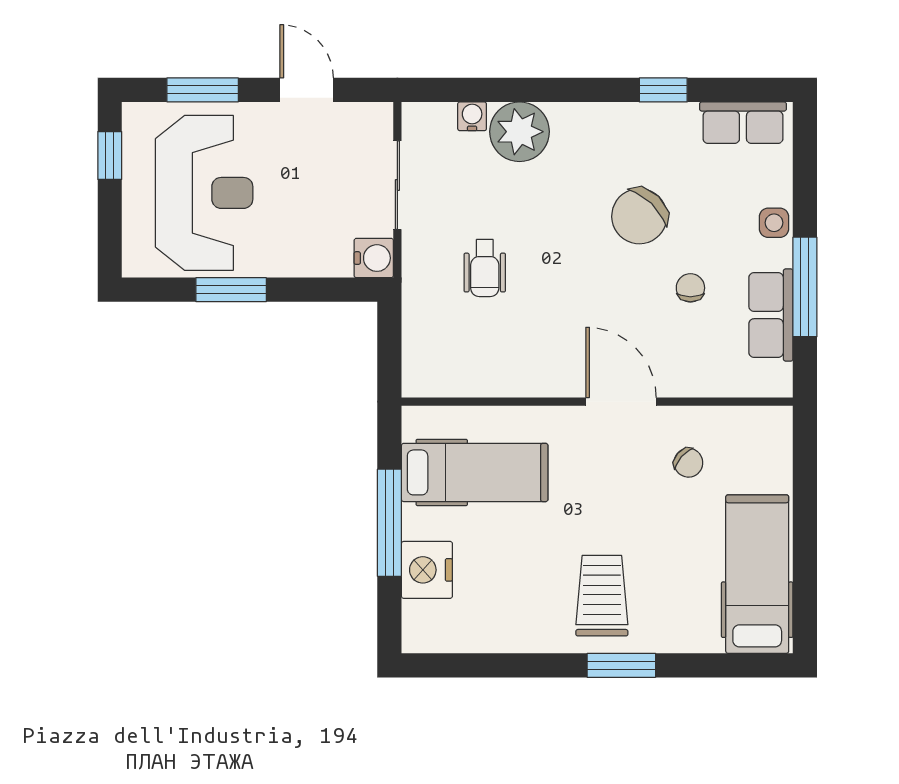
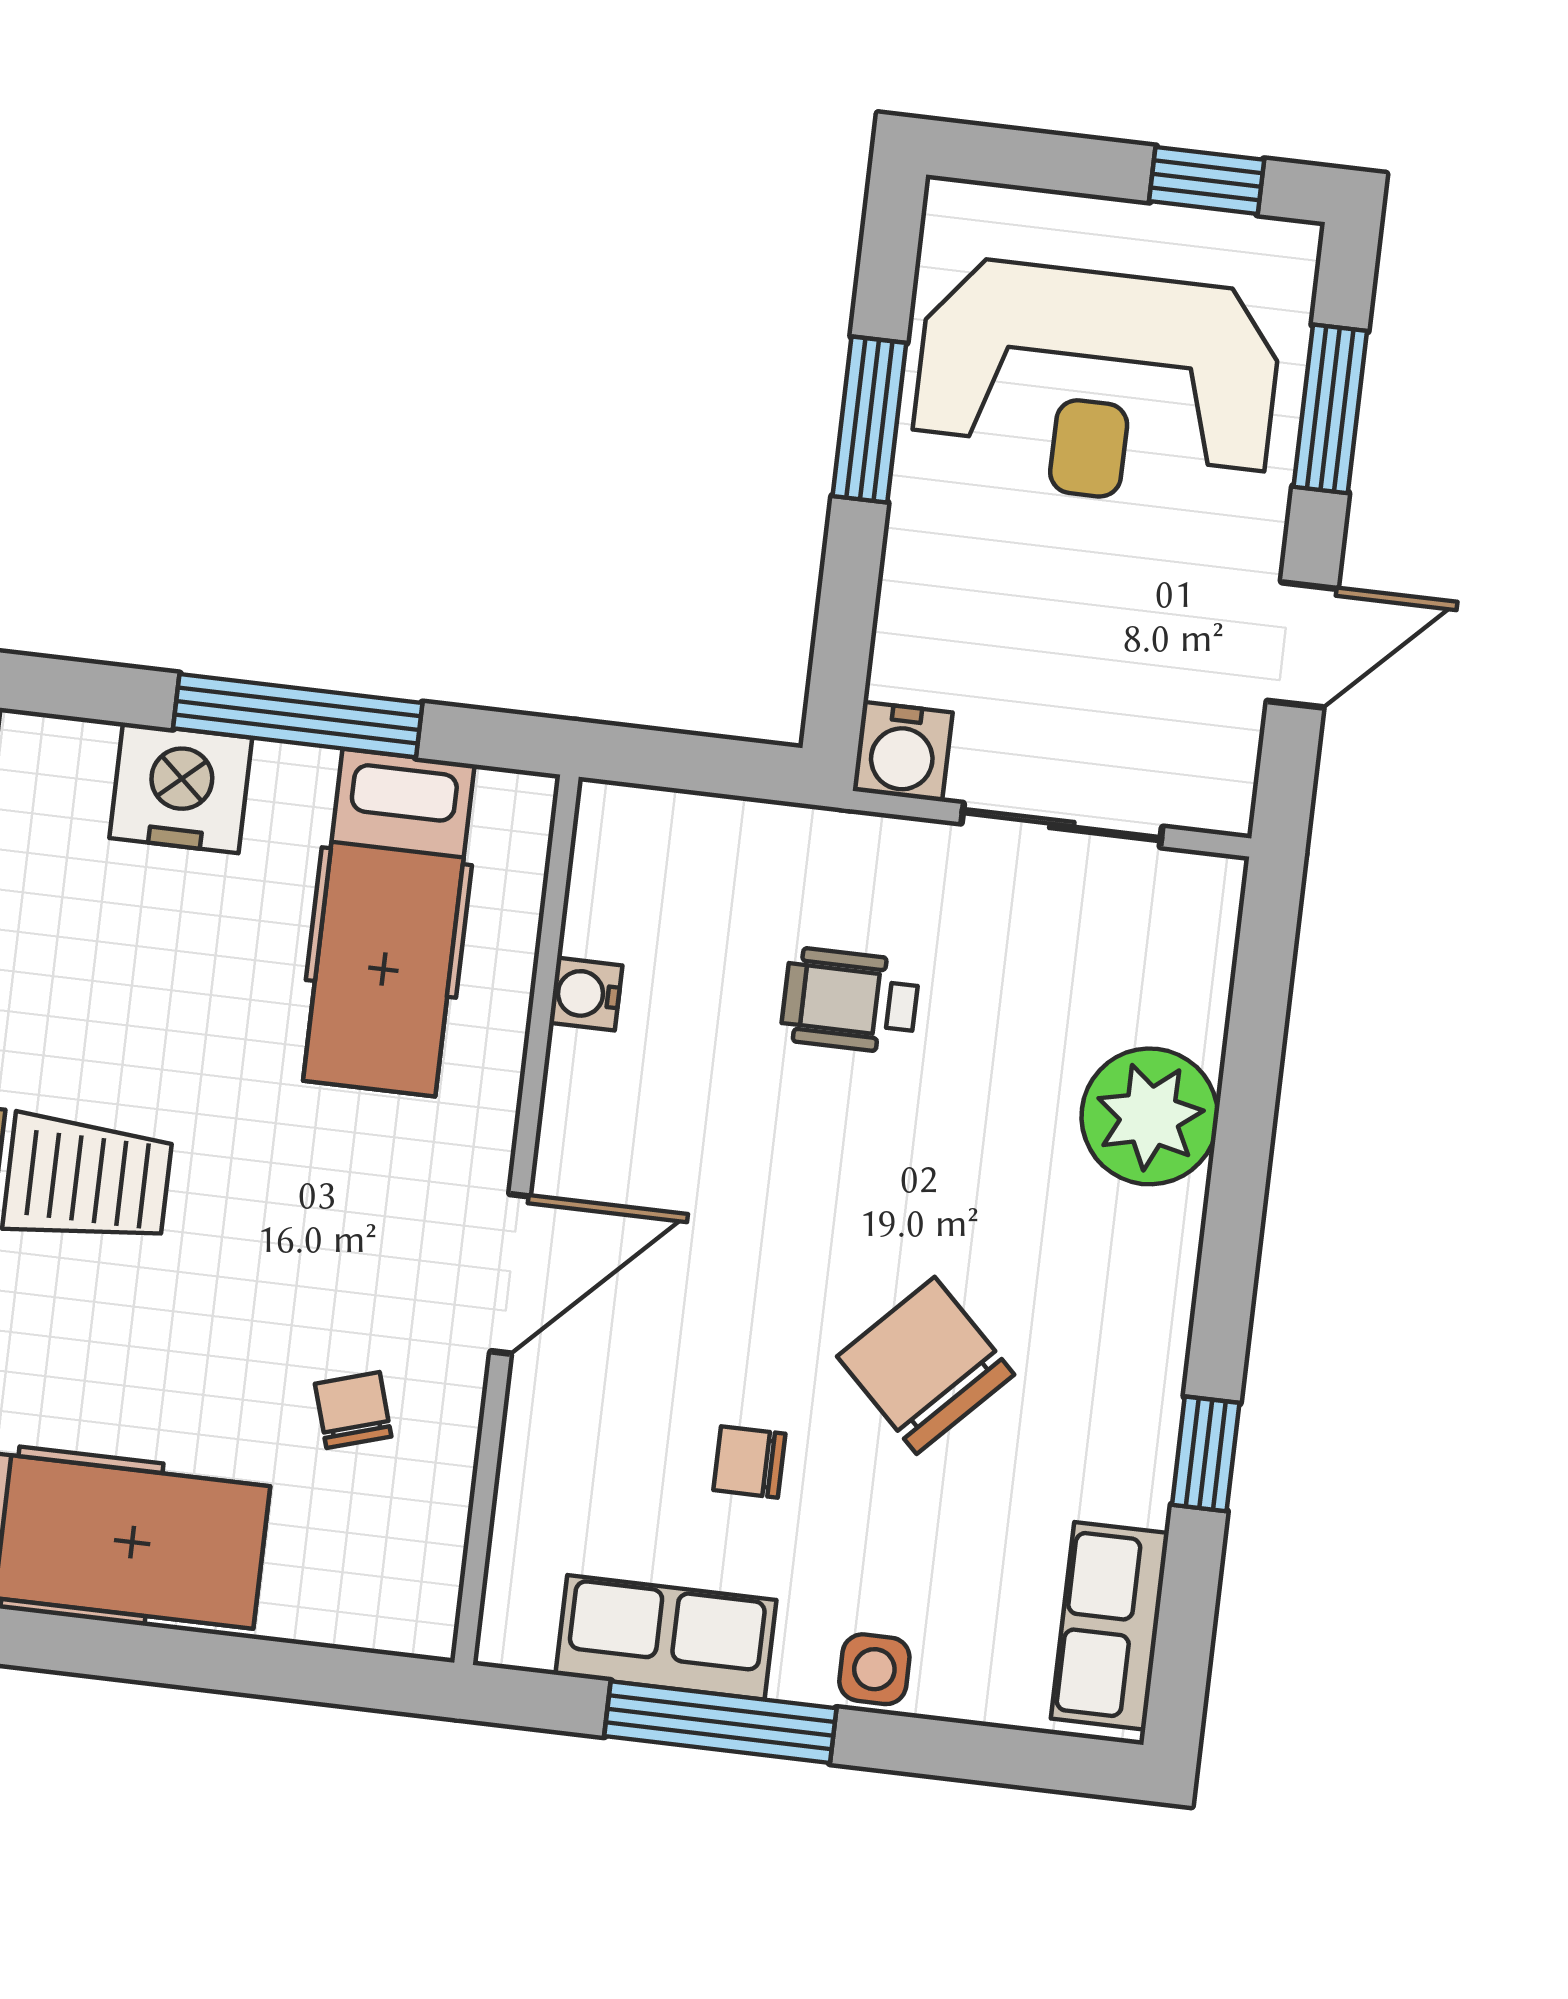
water cooler: (472, 116) -> (586, 994), moved, turned 180
chair: (690, 288) -> (749, 1462), turned 180
chair: (688, 463) -> (353, 1410), turned 122

